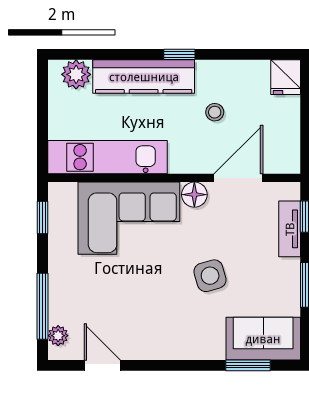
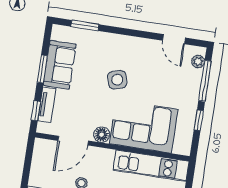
window: (43, 218) -> (199, 120), moved
side table: (210, 276) -> (117, 80), moved
sofa: (263, 339) -> (60, 65), moved, turned -90

